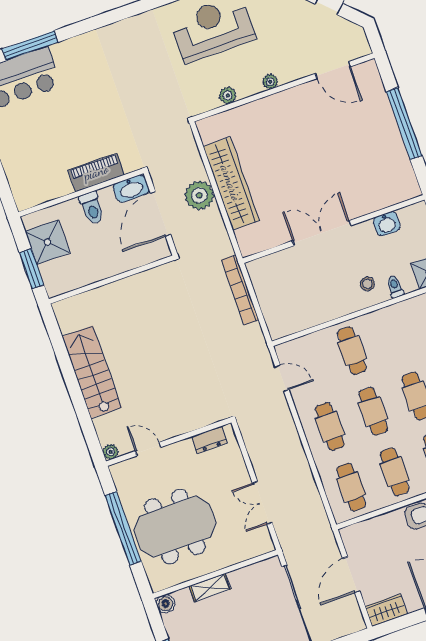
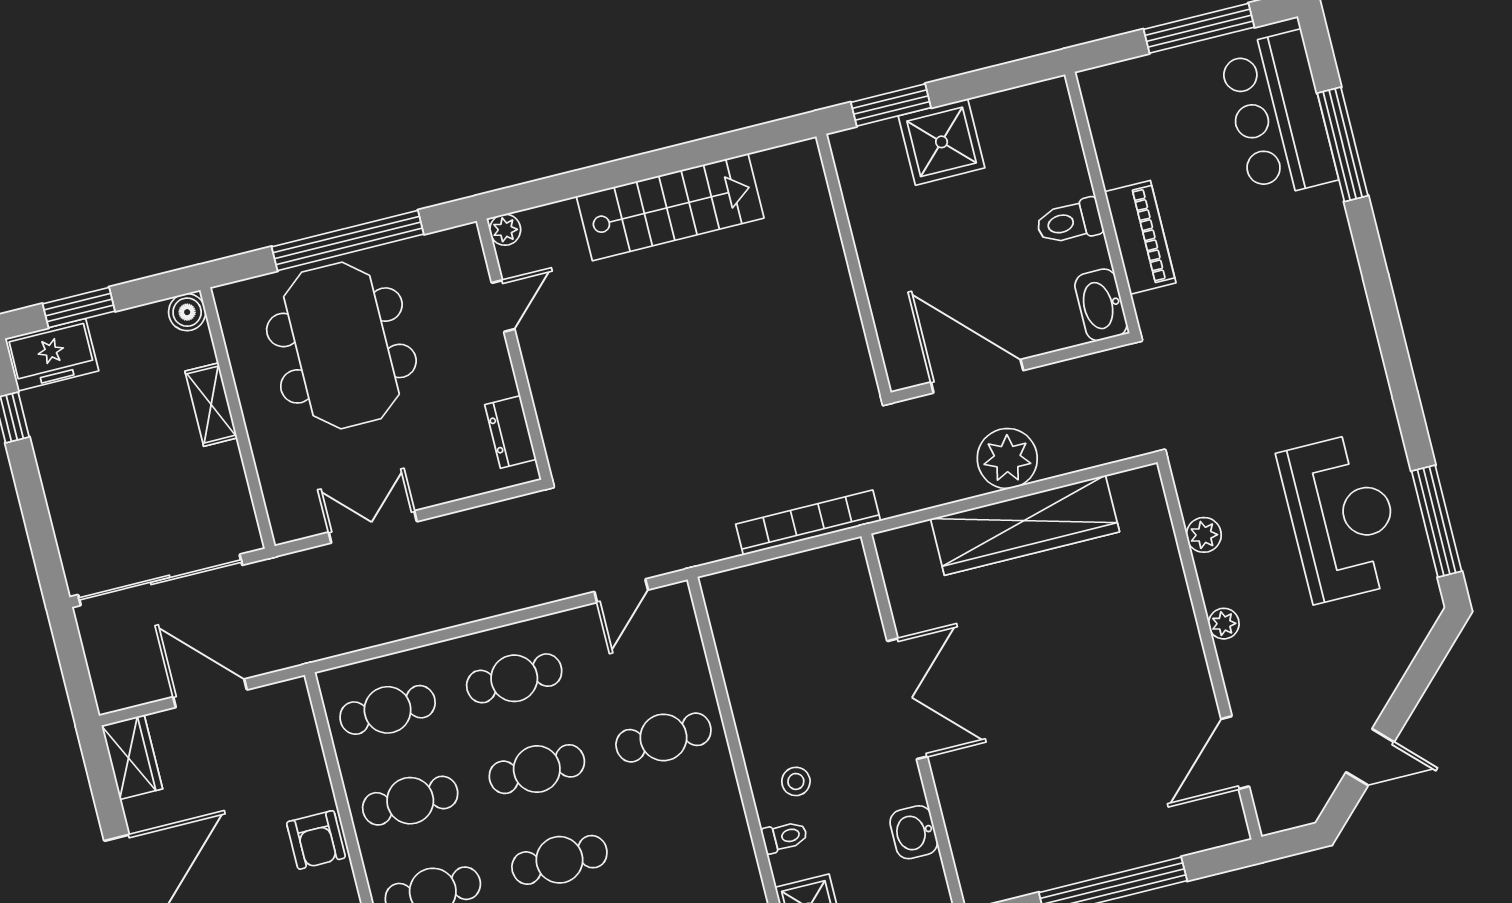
piano: (96, 172) -> (1140, 237), moved
washbasin: (131, 189) -> (1101, 305), moved
wall: (81, 193) -> (1102, 202), moved
toilet: (92, 208) -> (1069, 222), moved

